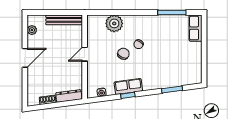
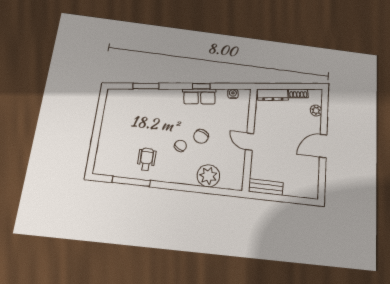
bench: (64, 20) -> (266, 187), width x0.73
row of seats: (196, 28) -> (103, 158), removed
plant: (32, 30) -> (316, 110), moved
wheelchair: (163, 31) -> (147, 159), added
door: (85, 54) -> (250, 142), swing flipped

